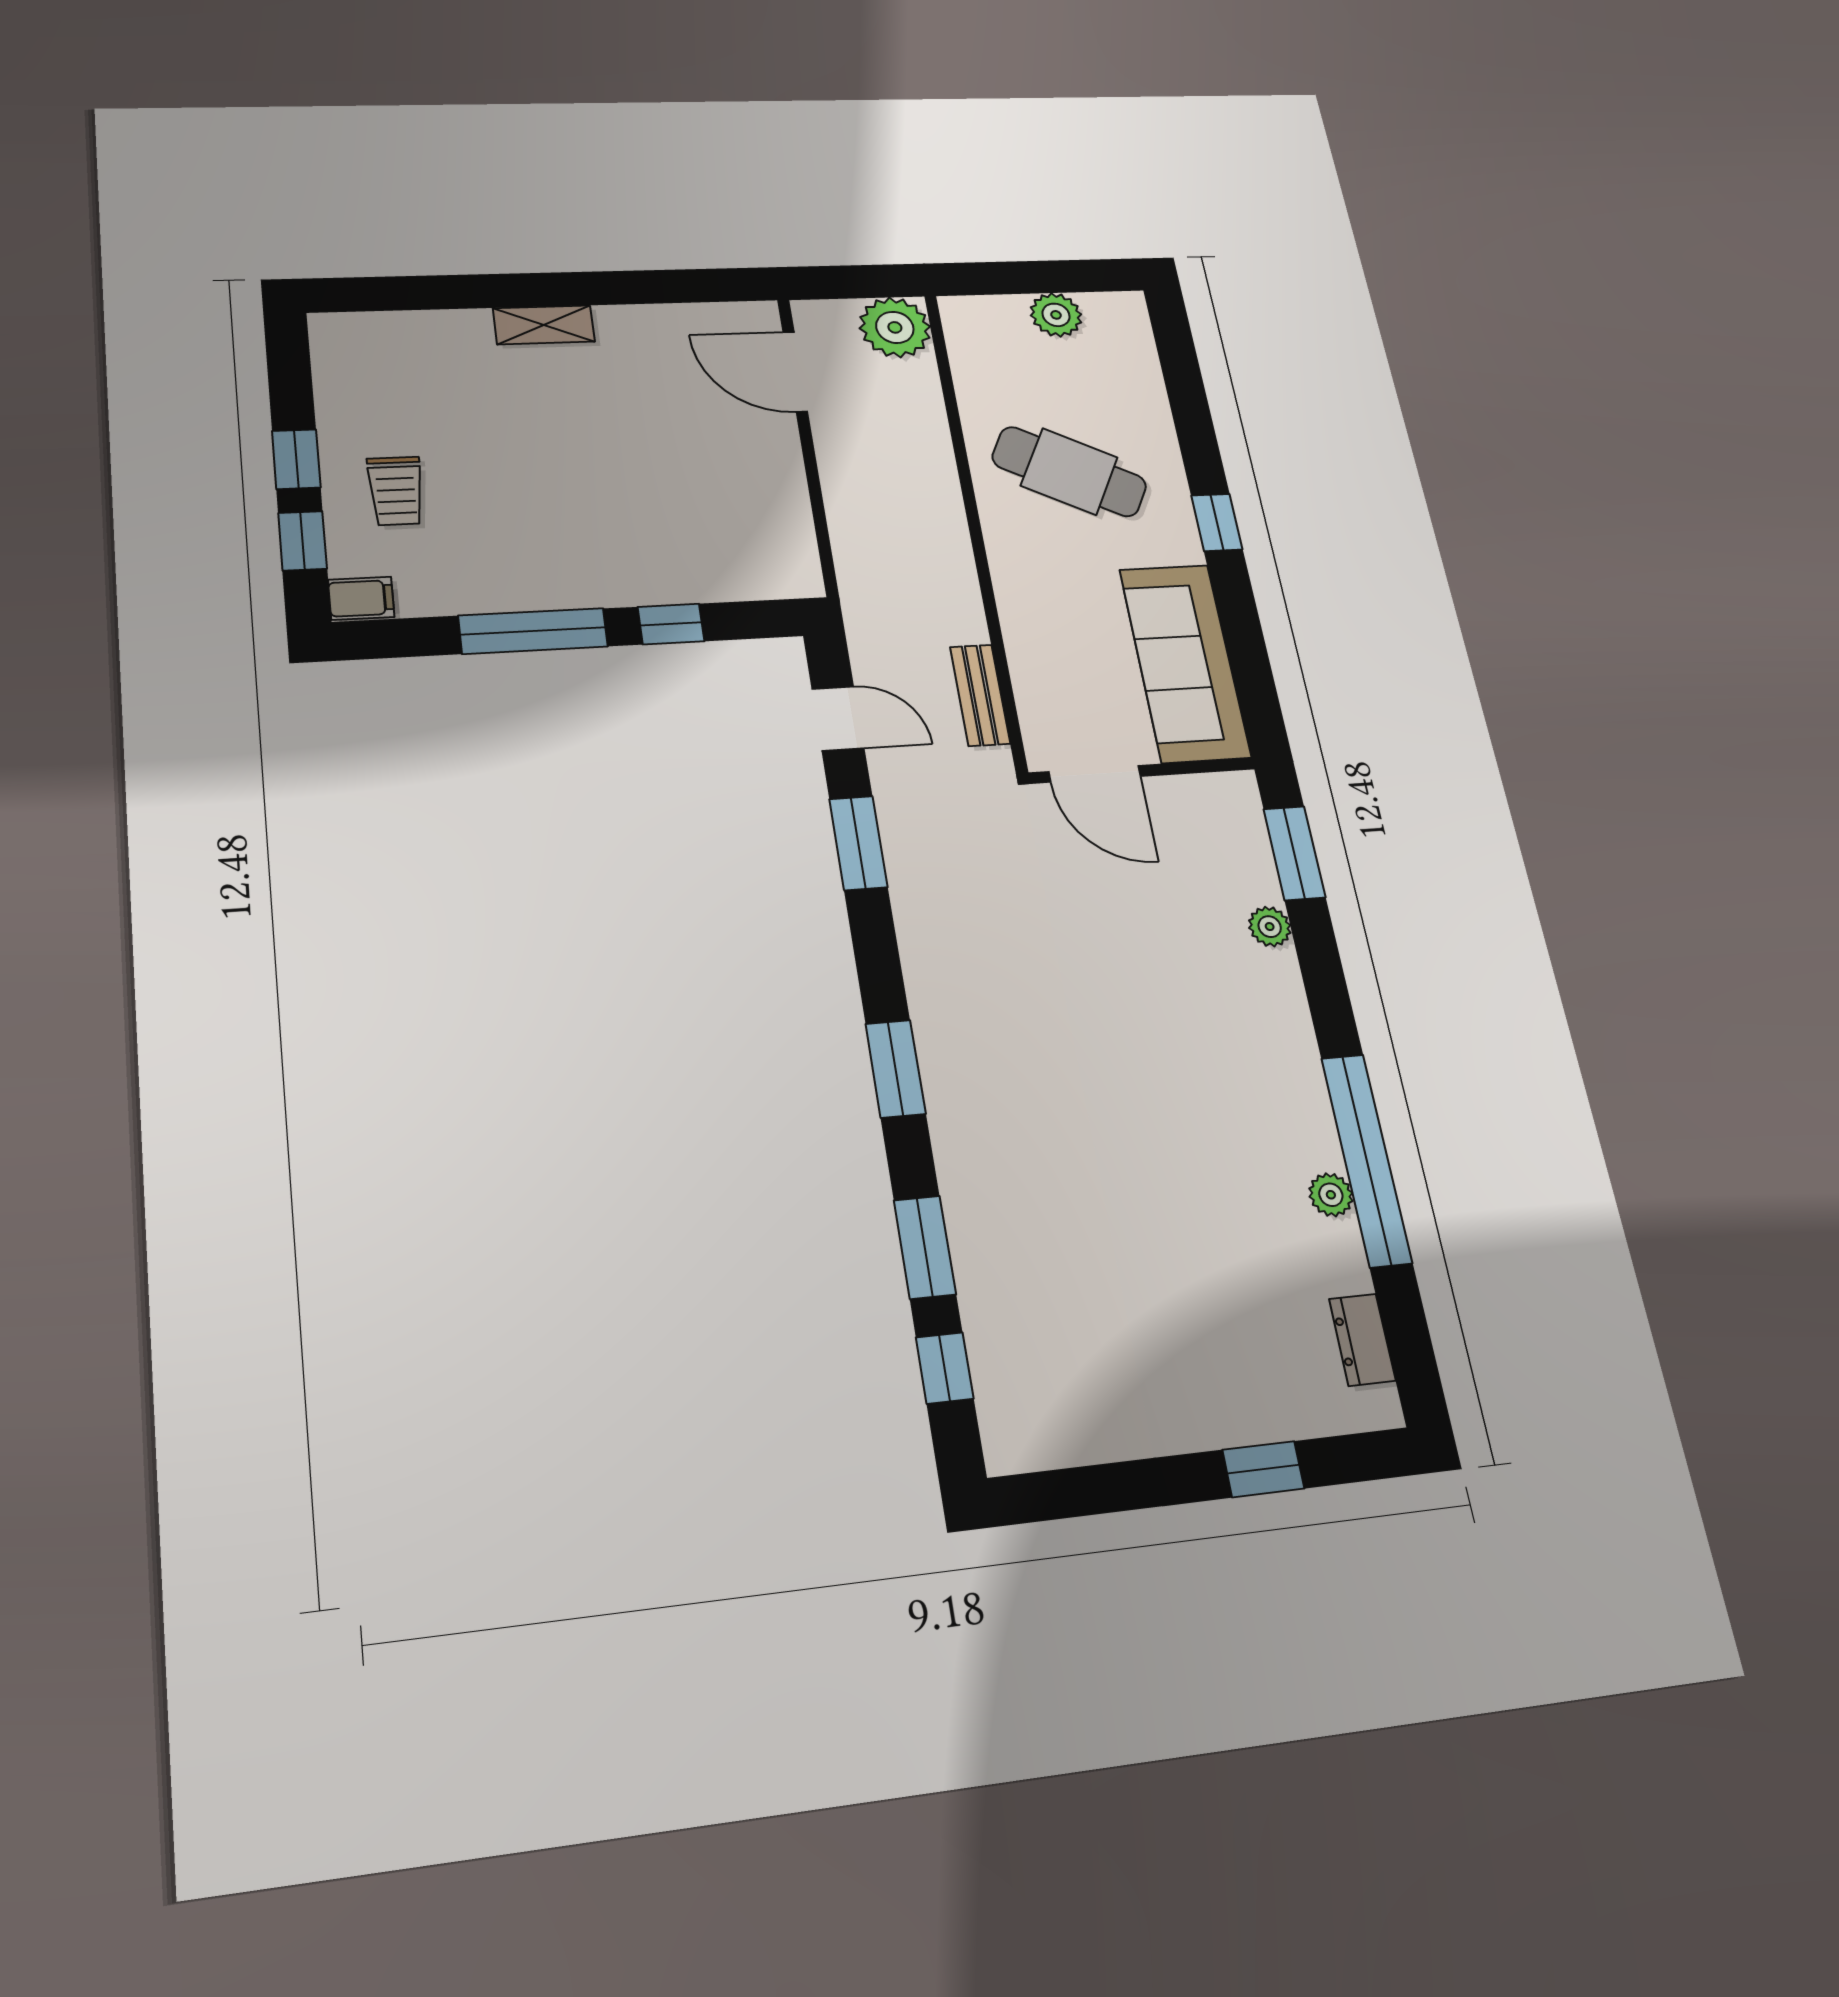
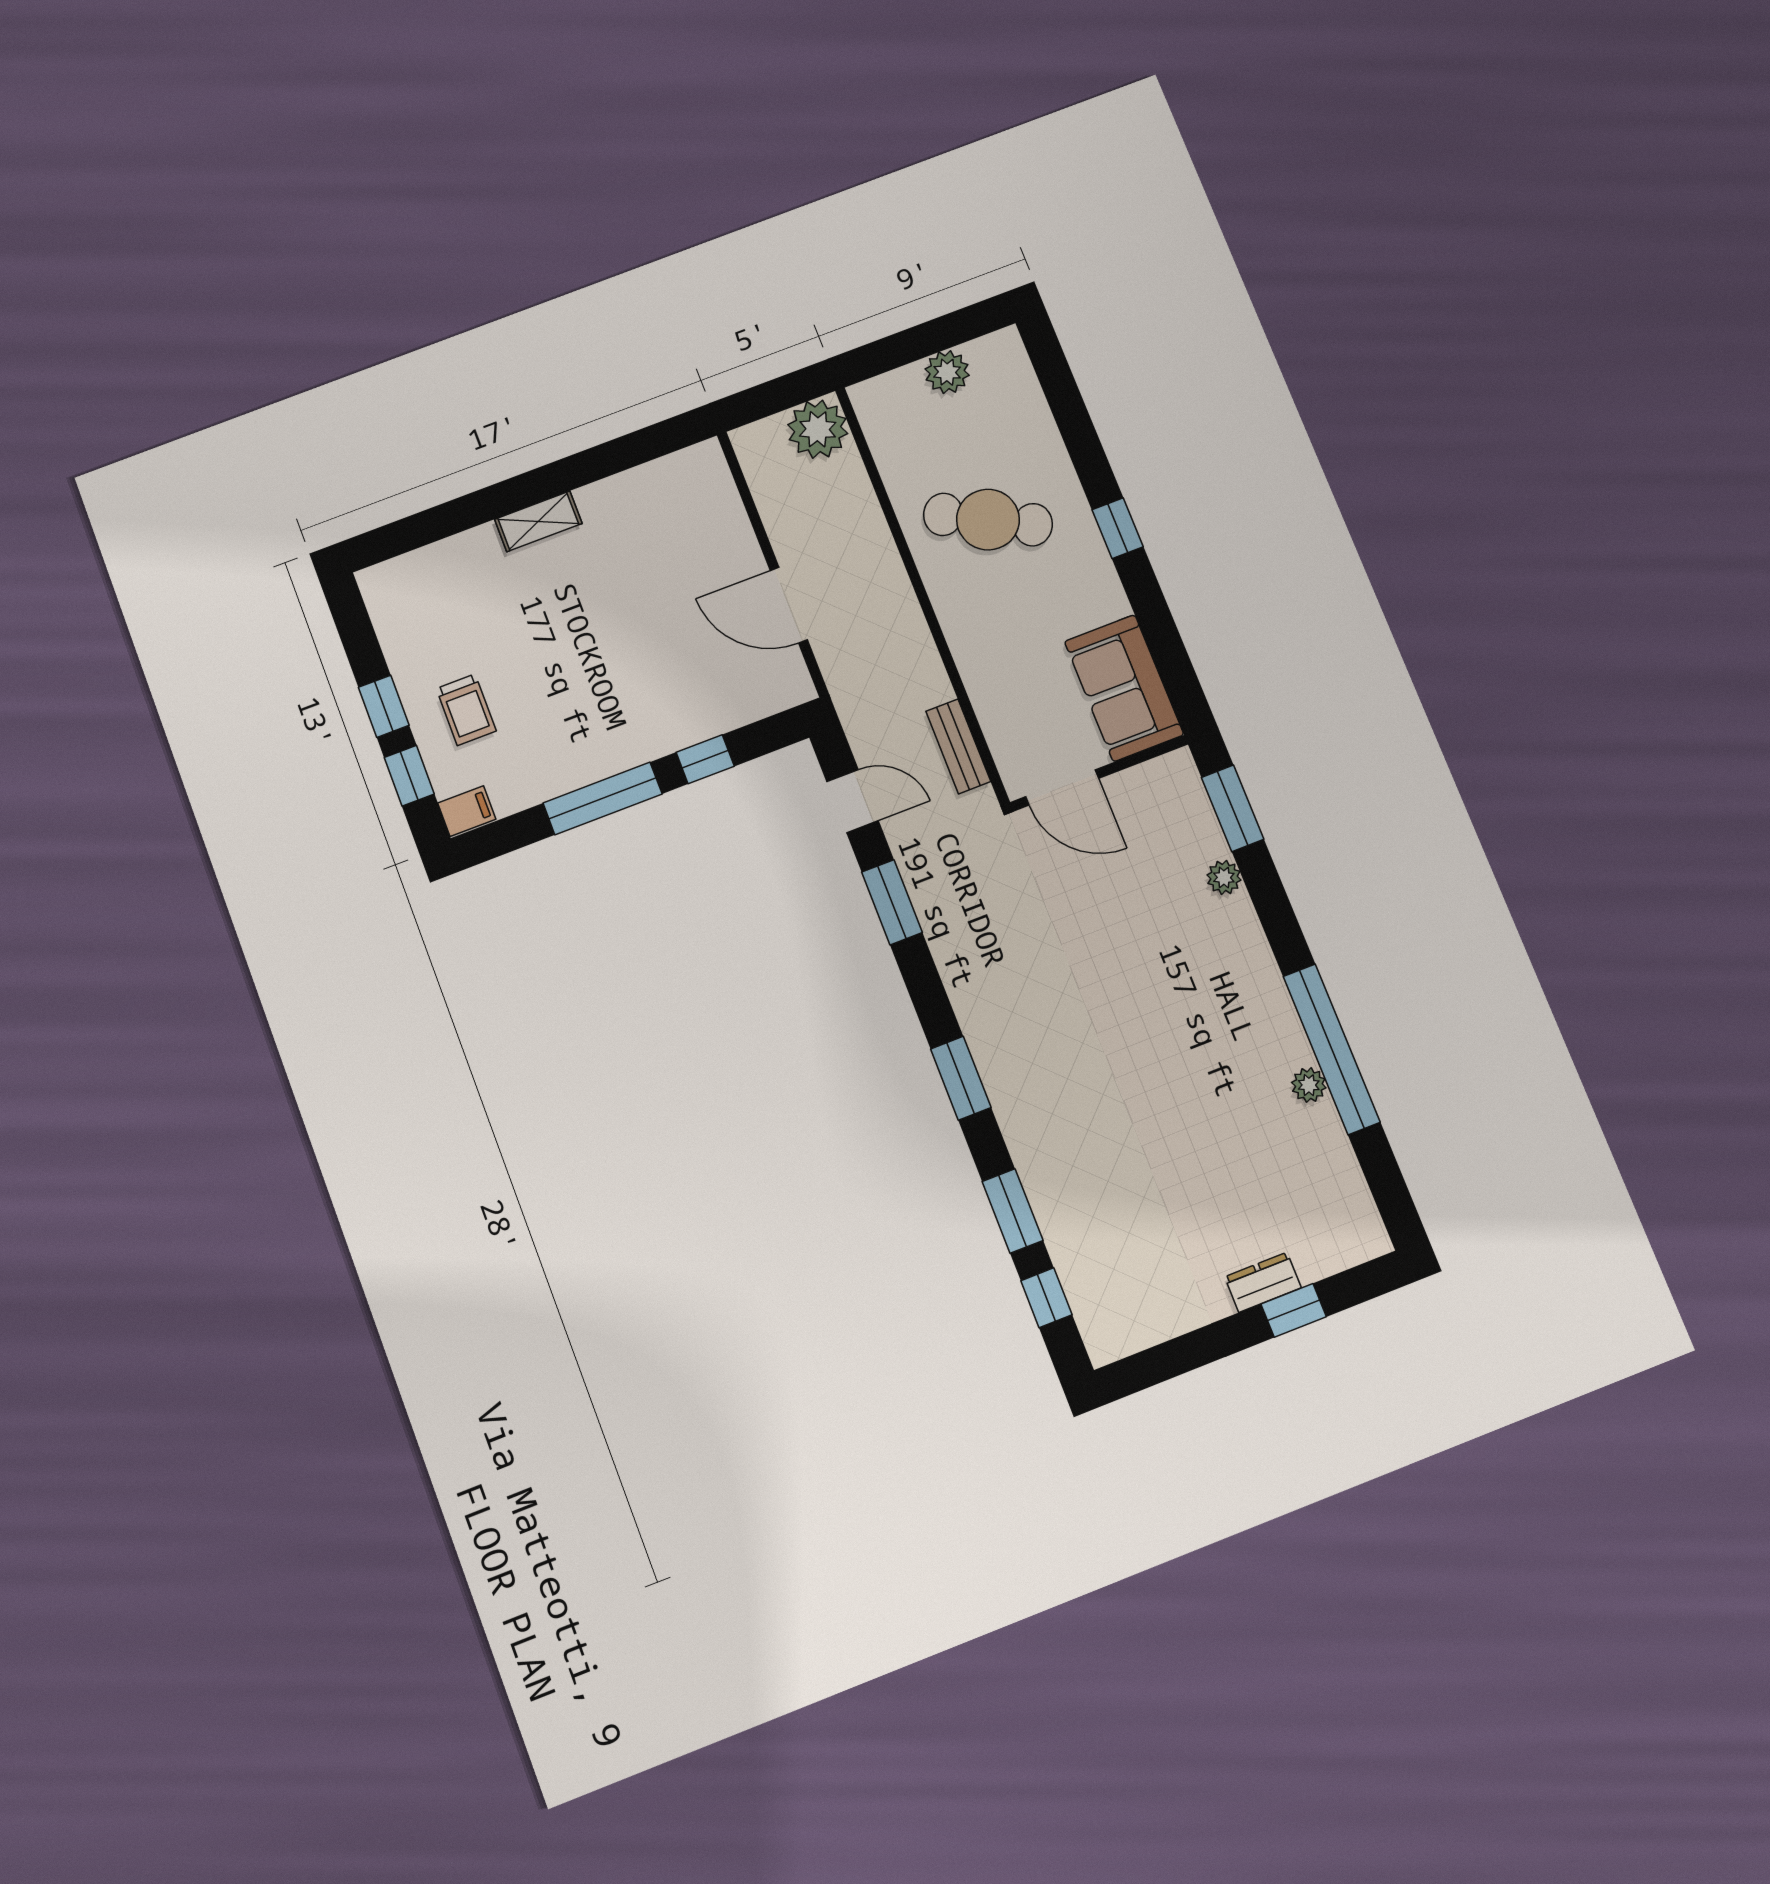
door: (795, 372) -> (789, 605), moved
sofa: (1185, 663) -> (1124, 688), width x0.73
dresser: (1362, 1340) -> (1263, 1282), moved, turned 90

